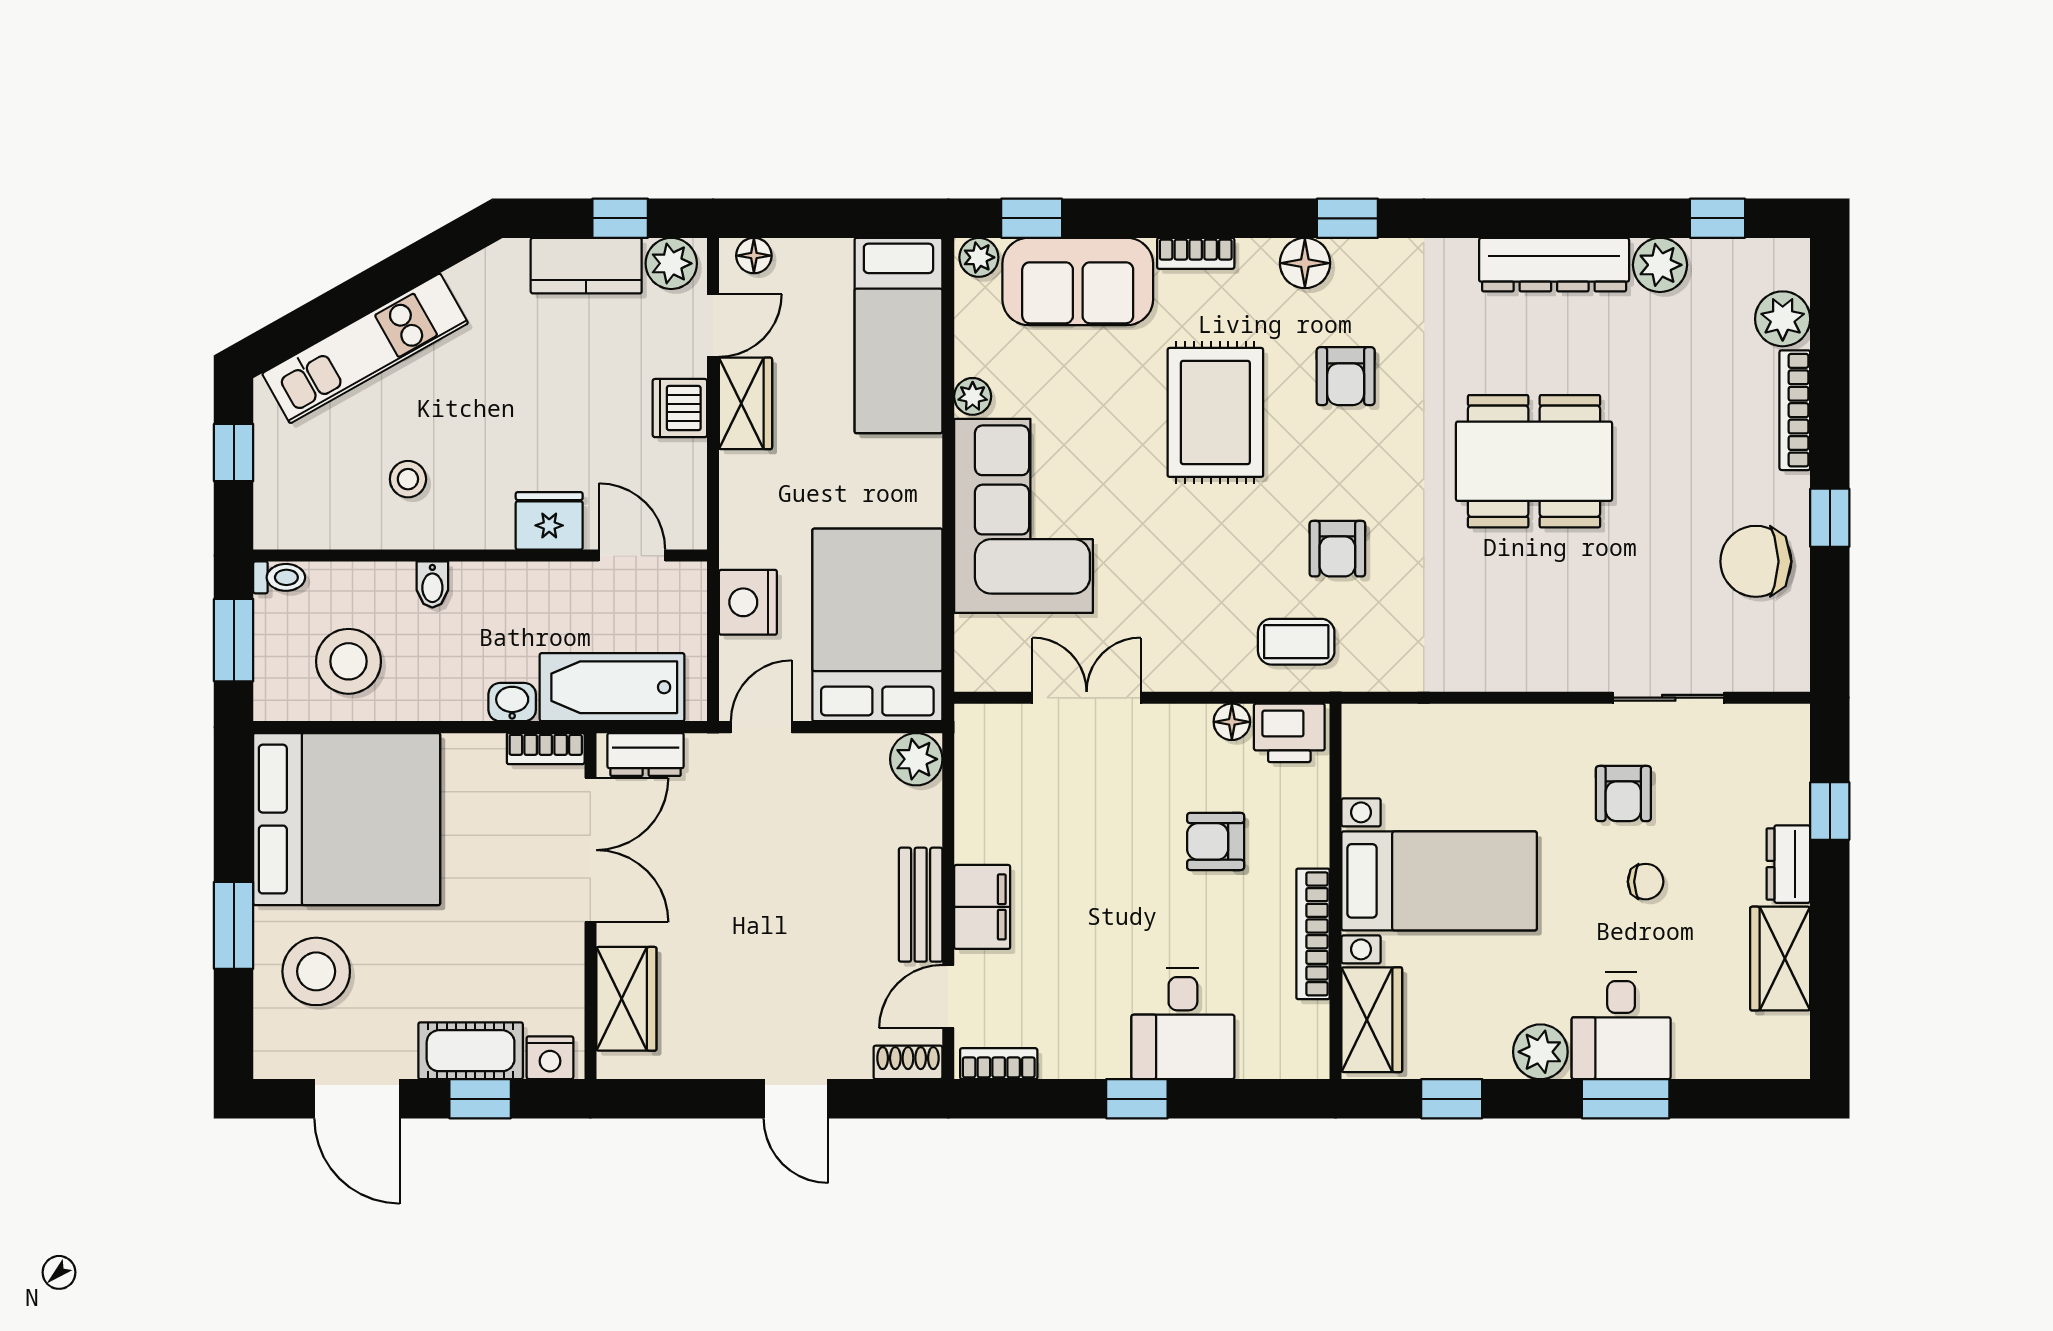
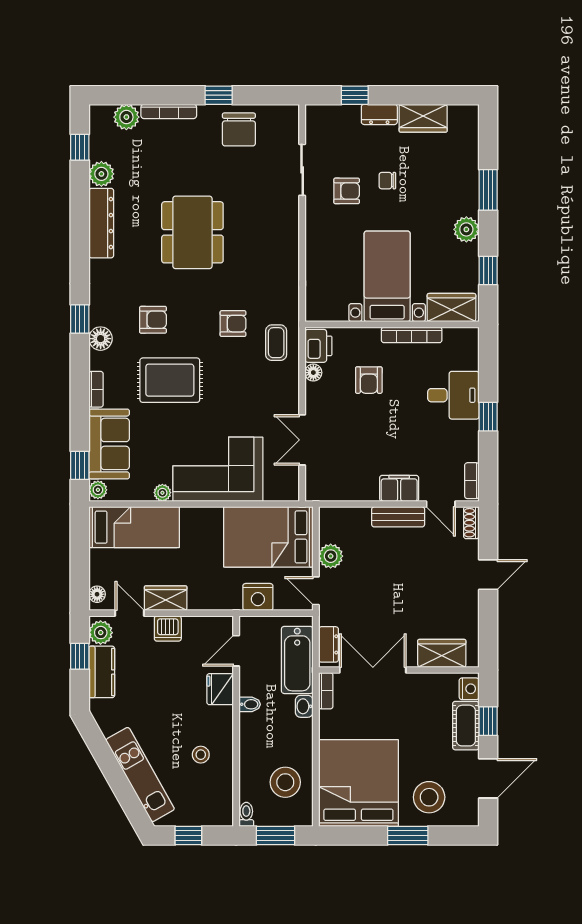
bidet: (432, 584) -> (250, 704), moved
plant: (916, 759) -> (331, 556), moved
chair: (1646, 882) -> (387, 181), turned -90
desk: (1621, 1026) -> (454, 192), removed

